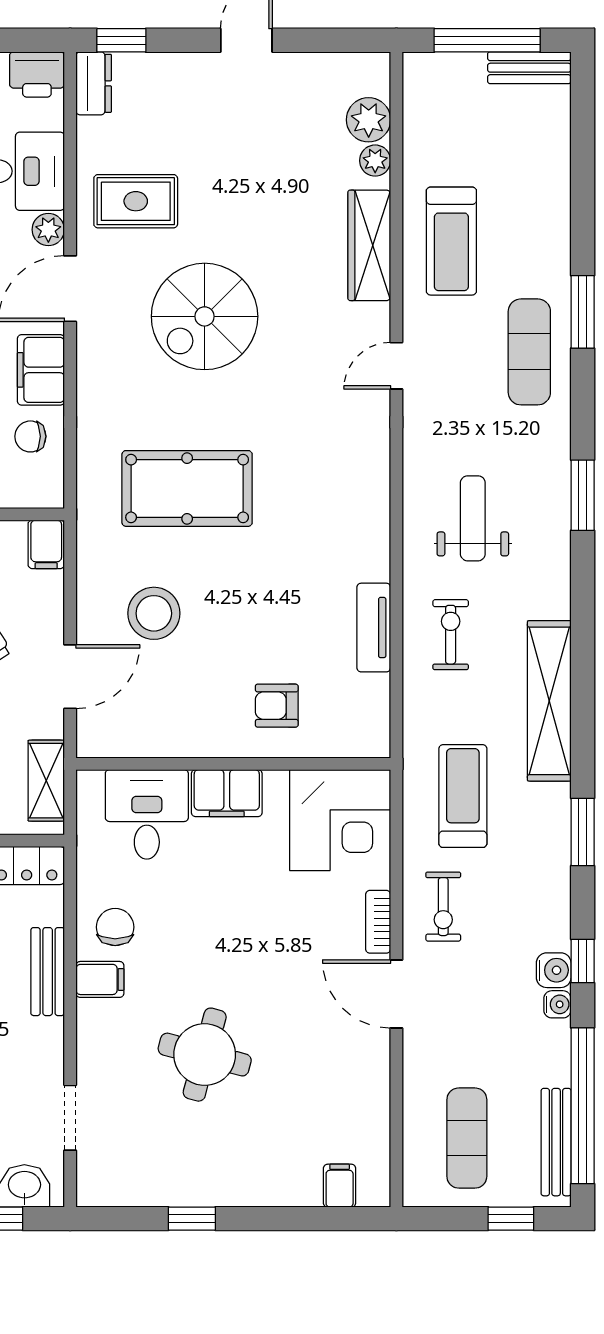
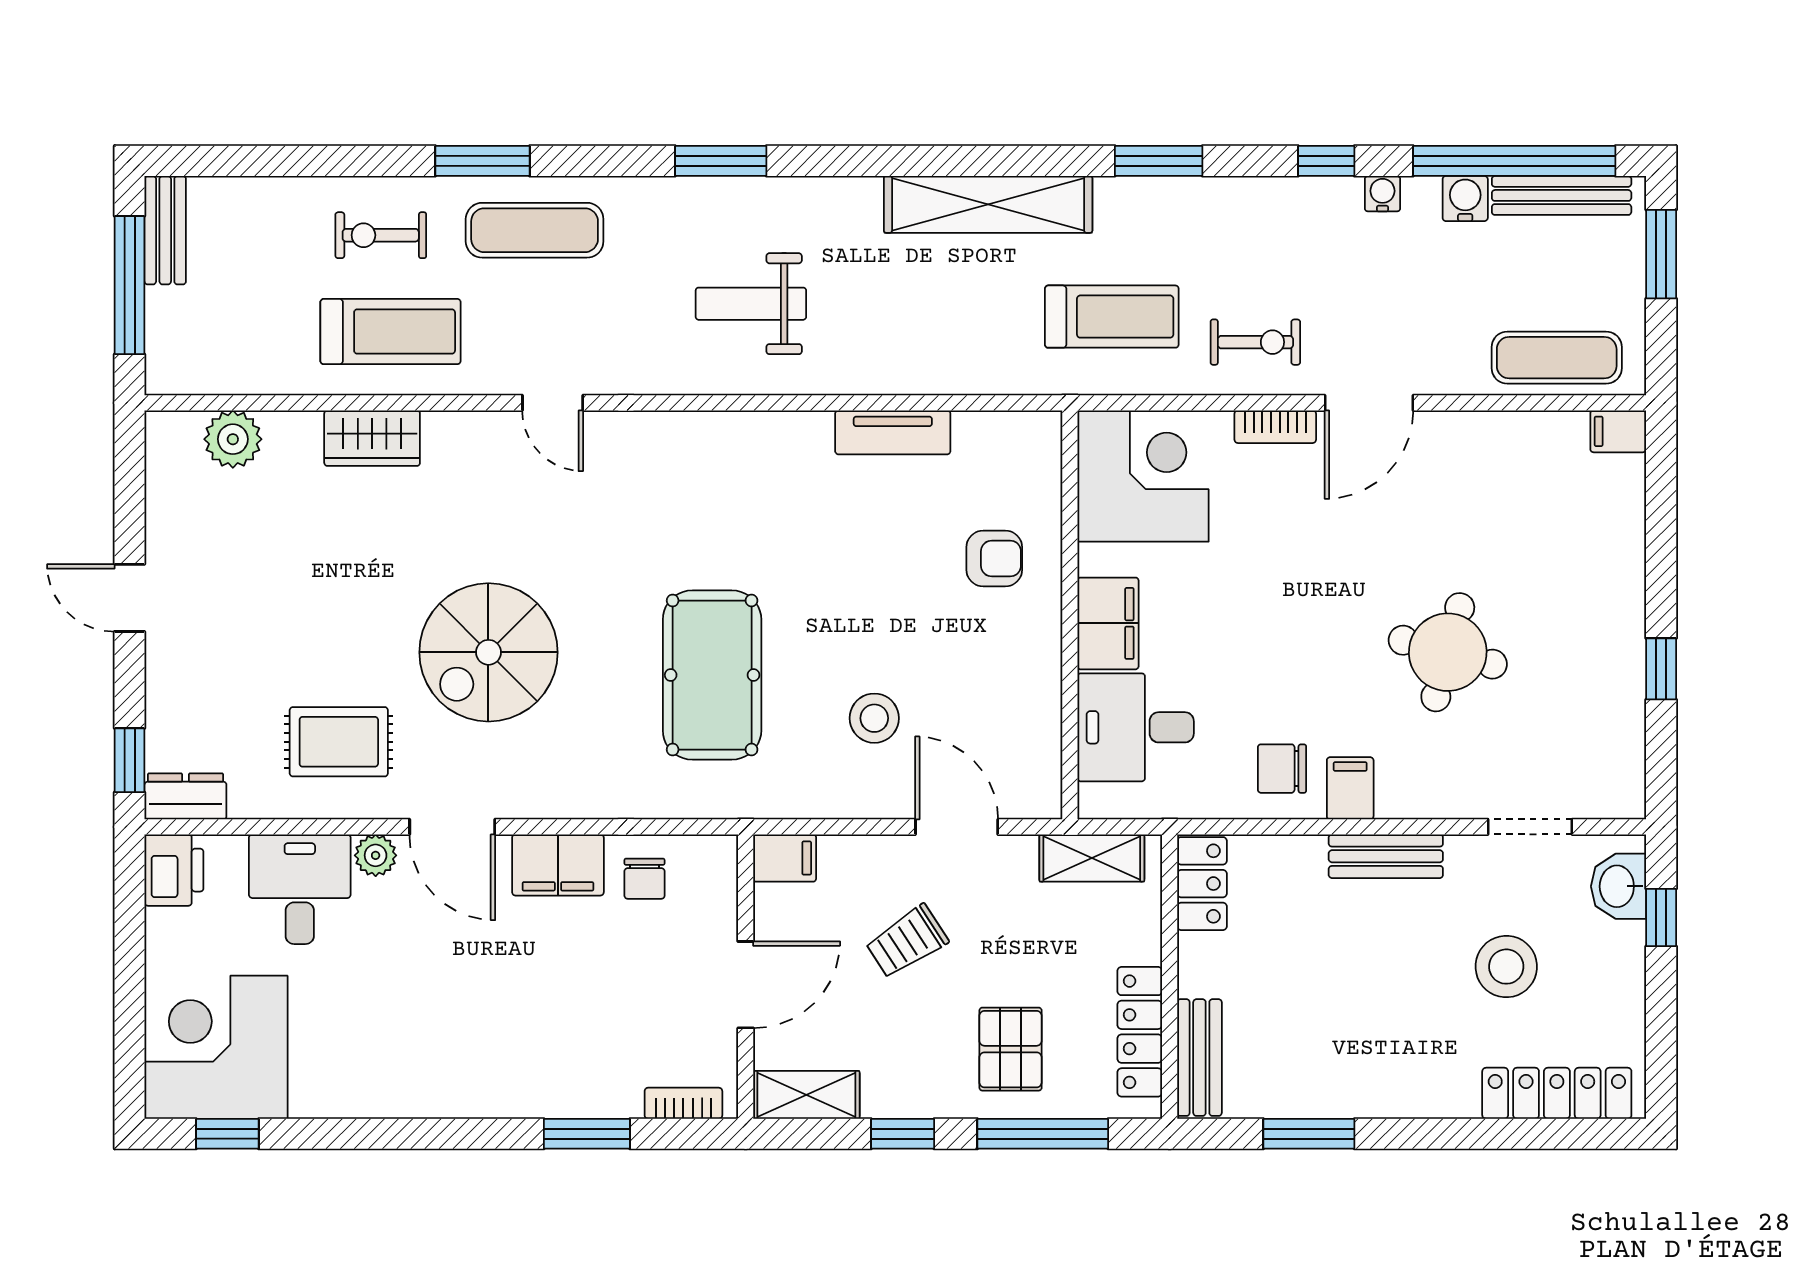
plant: (375, 161) -> (286, 431), removed
rug: (136, 201) -> (339, 742), turned 90
wardrobe: (369, 245) -> (372, 438), width x0.67
spiral stairs: (205, 316) -> (488, 652), turned 90
stool: (154, 613) -> (874, 718), width x0.73, depth x0.73
exercise bike: (451, 635) -> (381, 235), moved
armchair: (277, 706) -> (994, 558), turned -90
treadmill: (463, 796) -> (1112, 317), turned 180
water cooler: (554, 970) -> (1465, 199), moved
bench: (48, 972) -> (1386, 856), moved
exercise mat: (467, 1138) -> (1557, 358), moved
filing cabinet: (340, 1186) -> (1618, 431), moved
window: (511, 1219) -> (1661, 254), width x1.50

